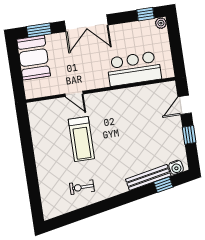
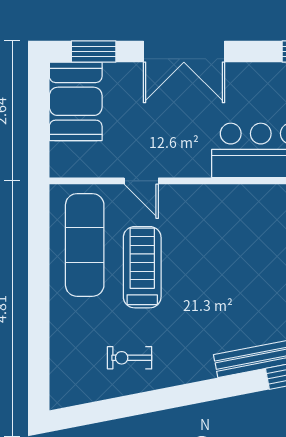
exercise mat: (50, 132) -> (85, 245), added
treadmill: (81, 139) -> (142, 267), turned 180

